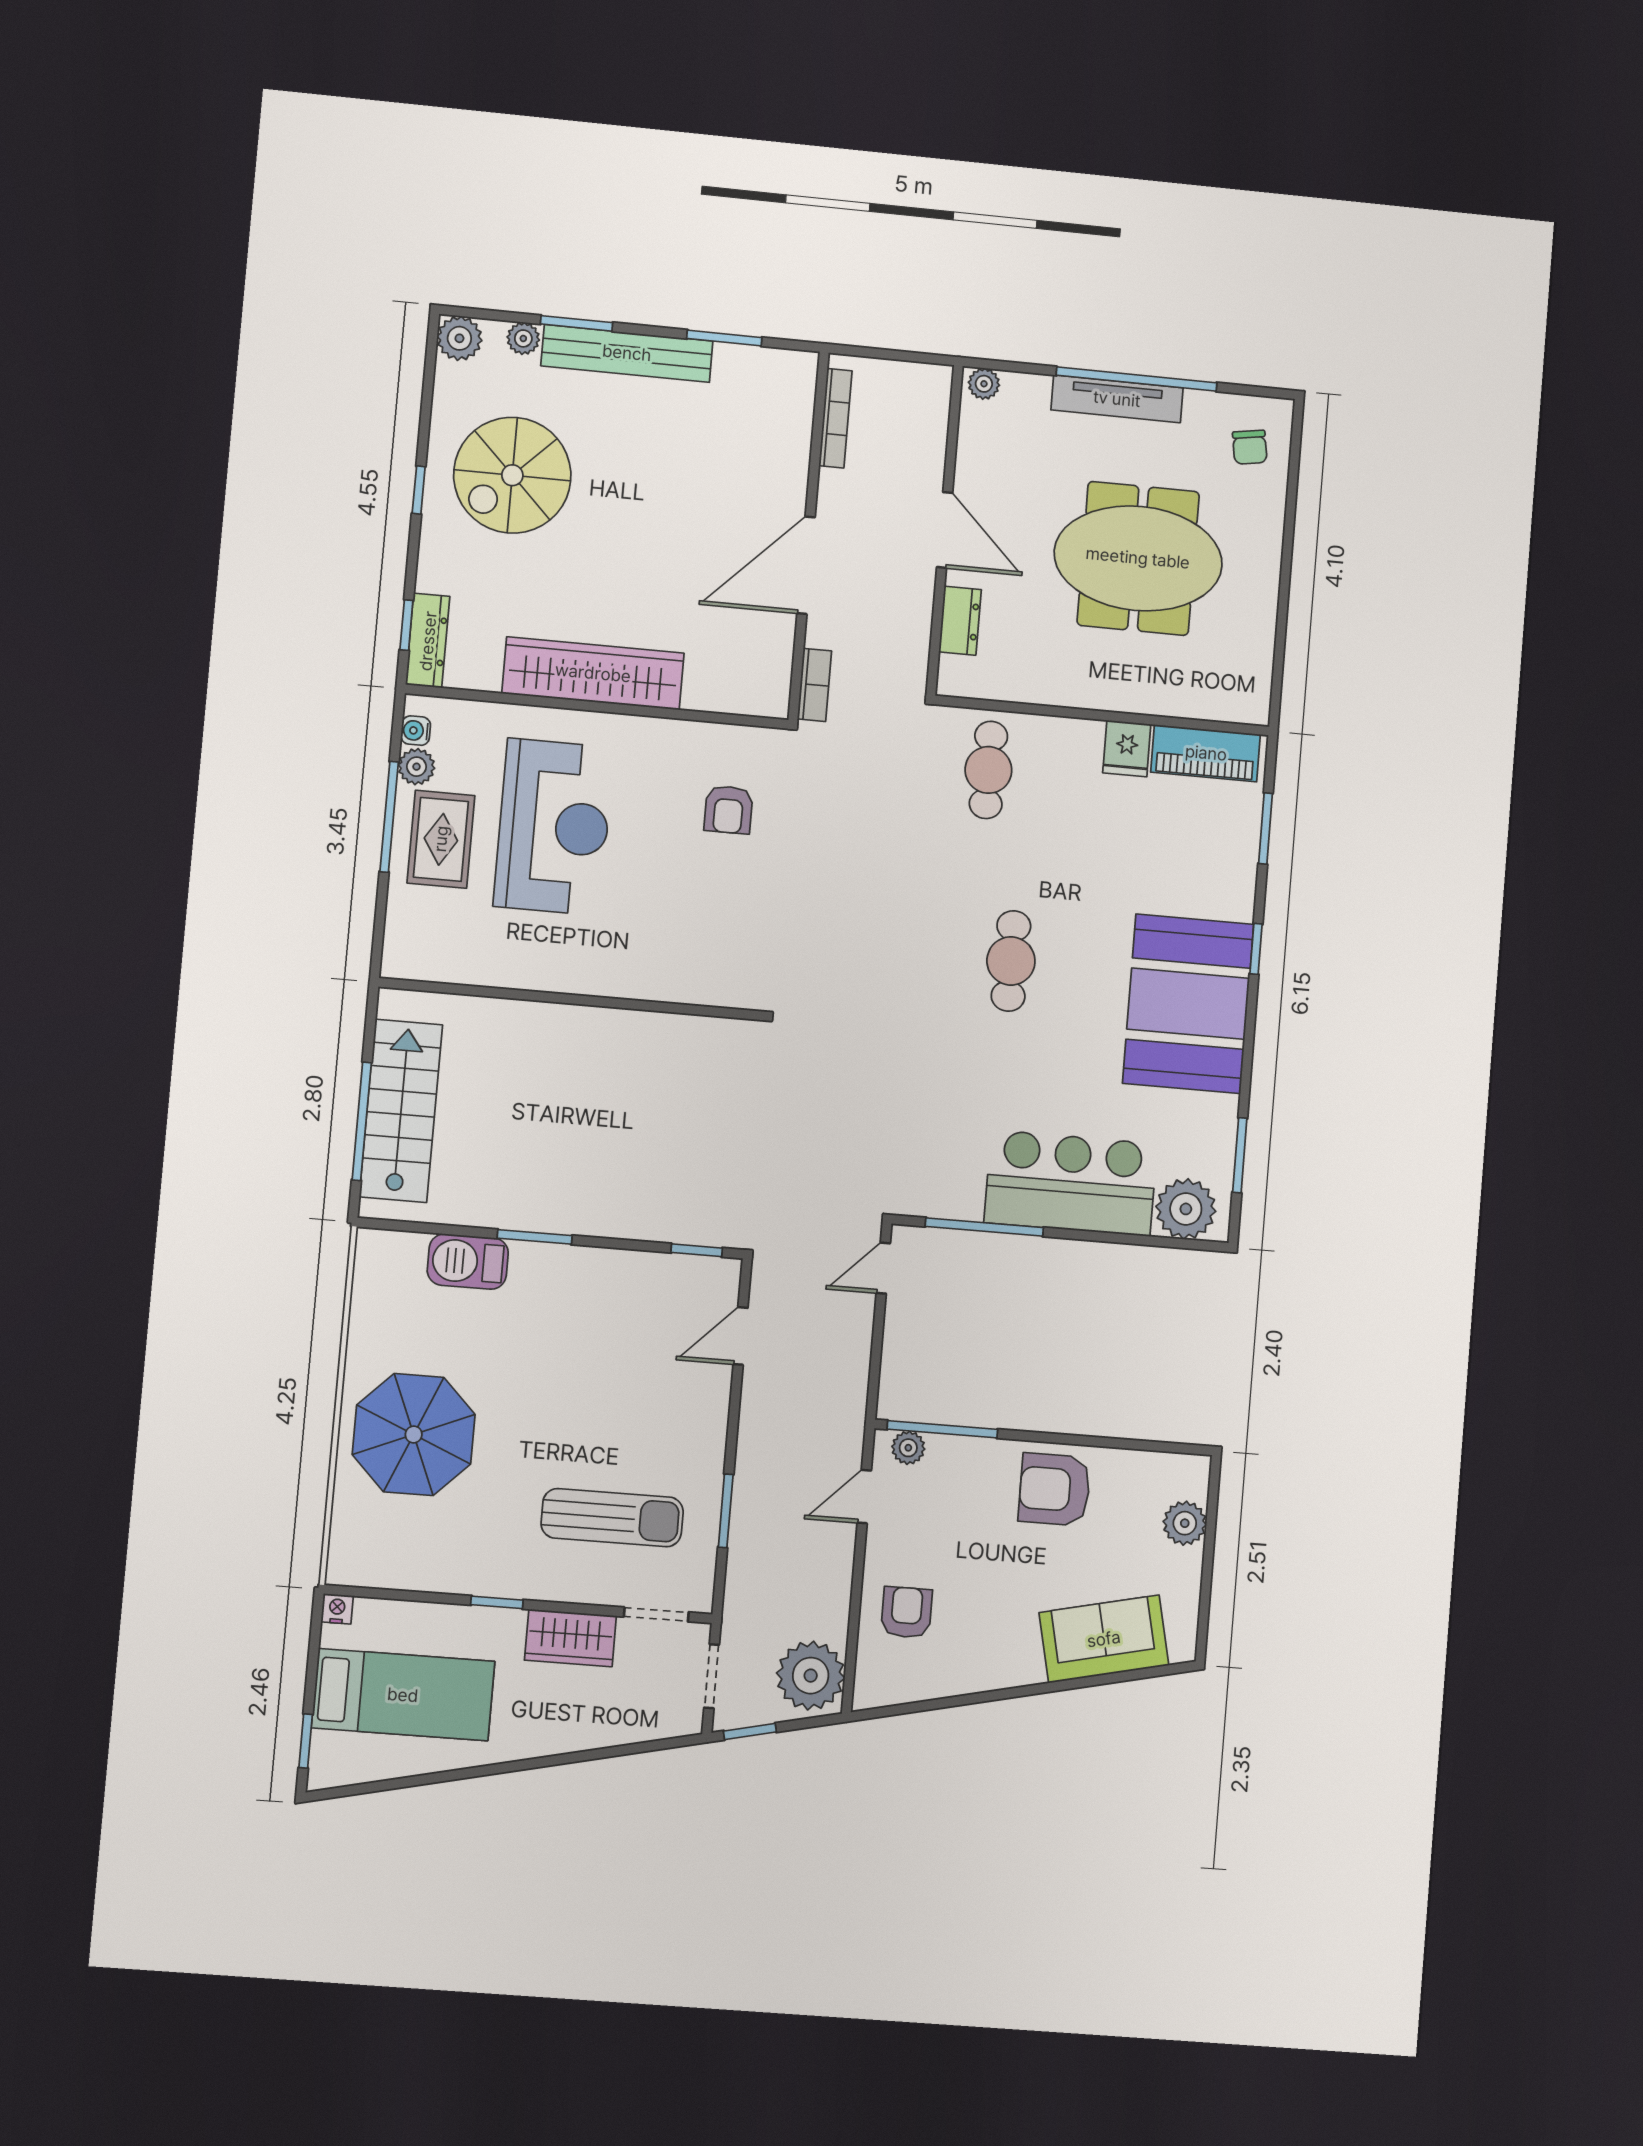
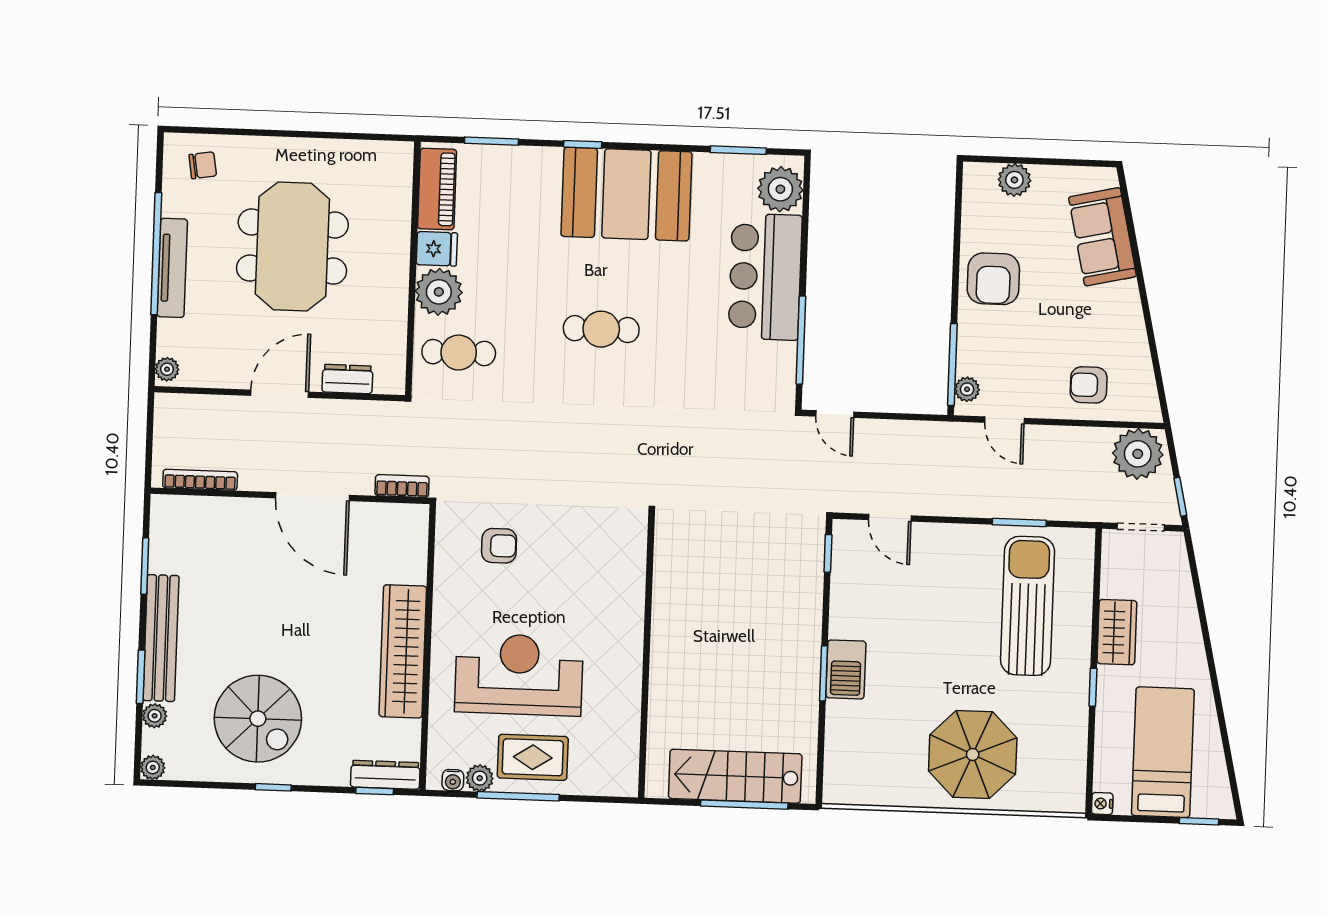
plant: (459, 338) -> (153, 767), width x0.73, depth x0.73
plant: (1070, 748) -> (439, 292), added
barbecue: (468, 1262) -> (846, 669), moved
sun lounger: (612, 1518) -> (1028, 606), width x1.36, depth x1.34
doorway: (656, 1614) -> (1097, 570), removed

